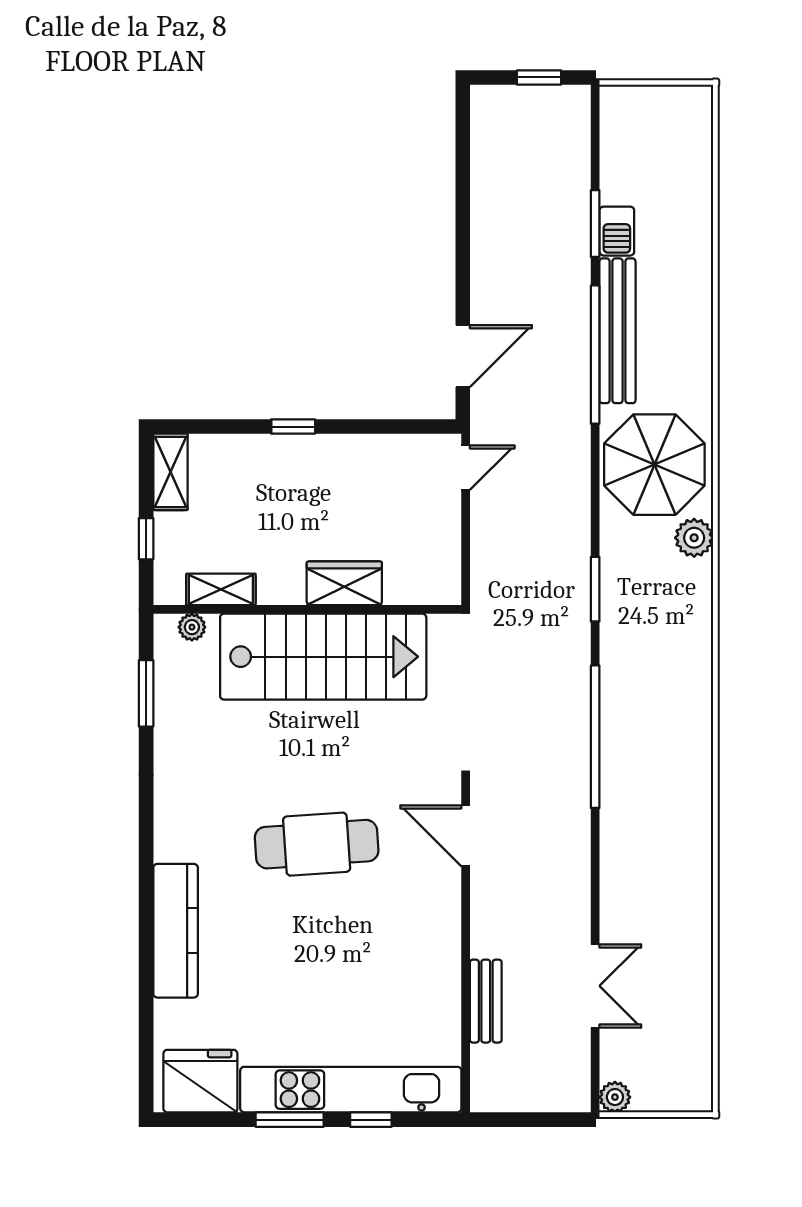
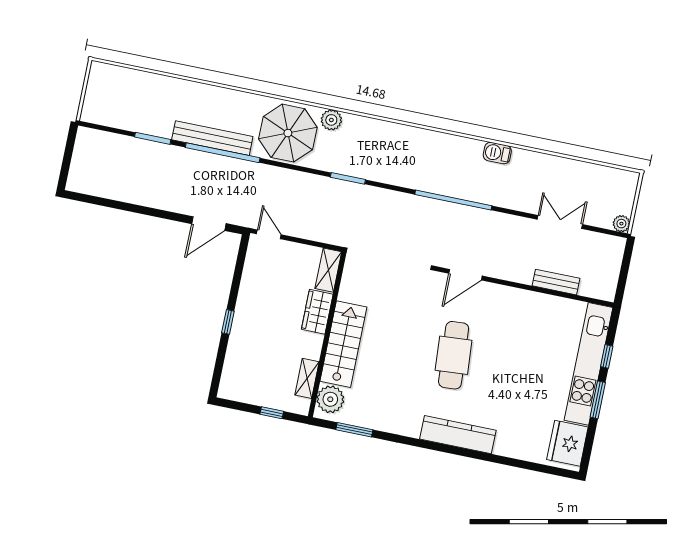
window: (539, 77) -> (68, 152), removed
barbecue: (617, 231) -> (497, 153), moved, turned 180
door: (463, 356) -> (209, 224), swing flipped
shelving: (170, 472) -> (328, 270), moved, turned 90
plant: (192, 627) -> (330, 399), width x1.87, depth x1.87
stairs: (323, 657) -> (343, 344), width x0.73, depth x0.66
window: (595, 737) -> (453, 200), moved
kitchen counter: (176, 931) -> (458, 435), moved

